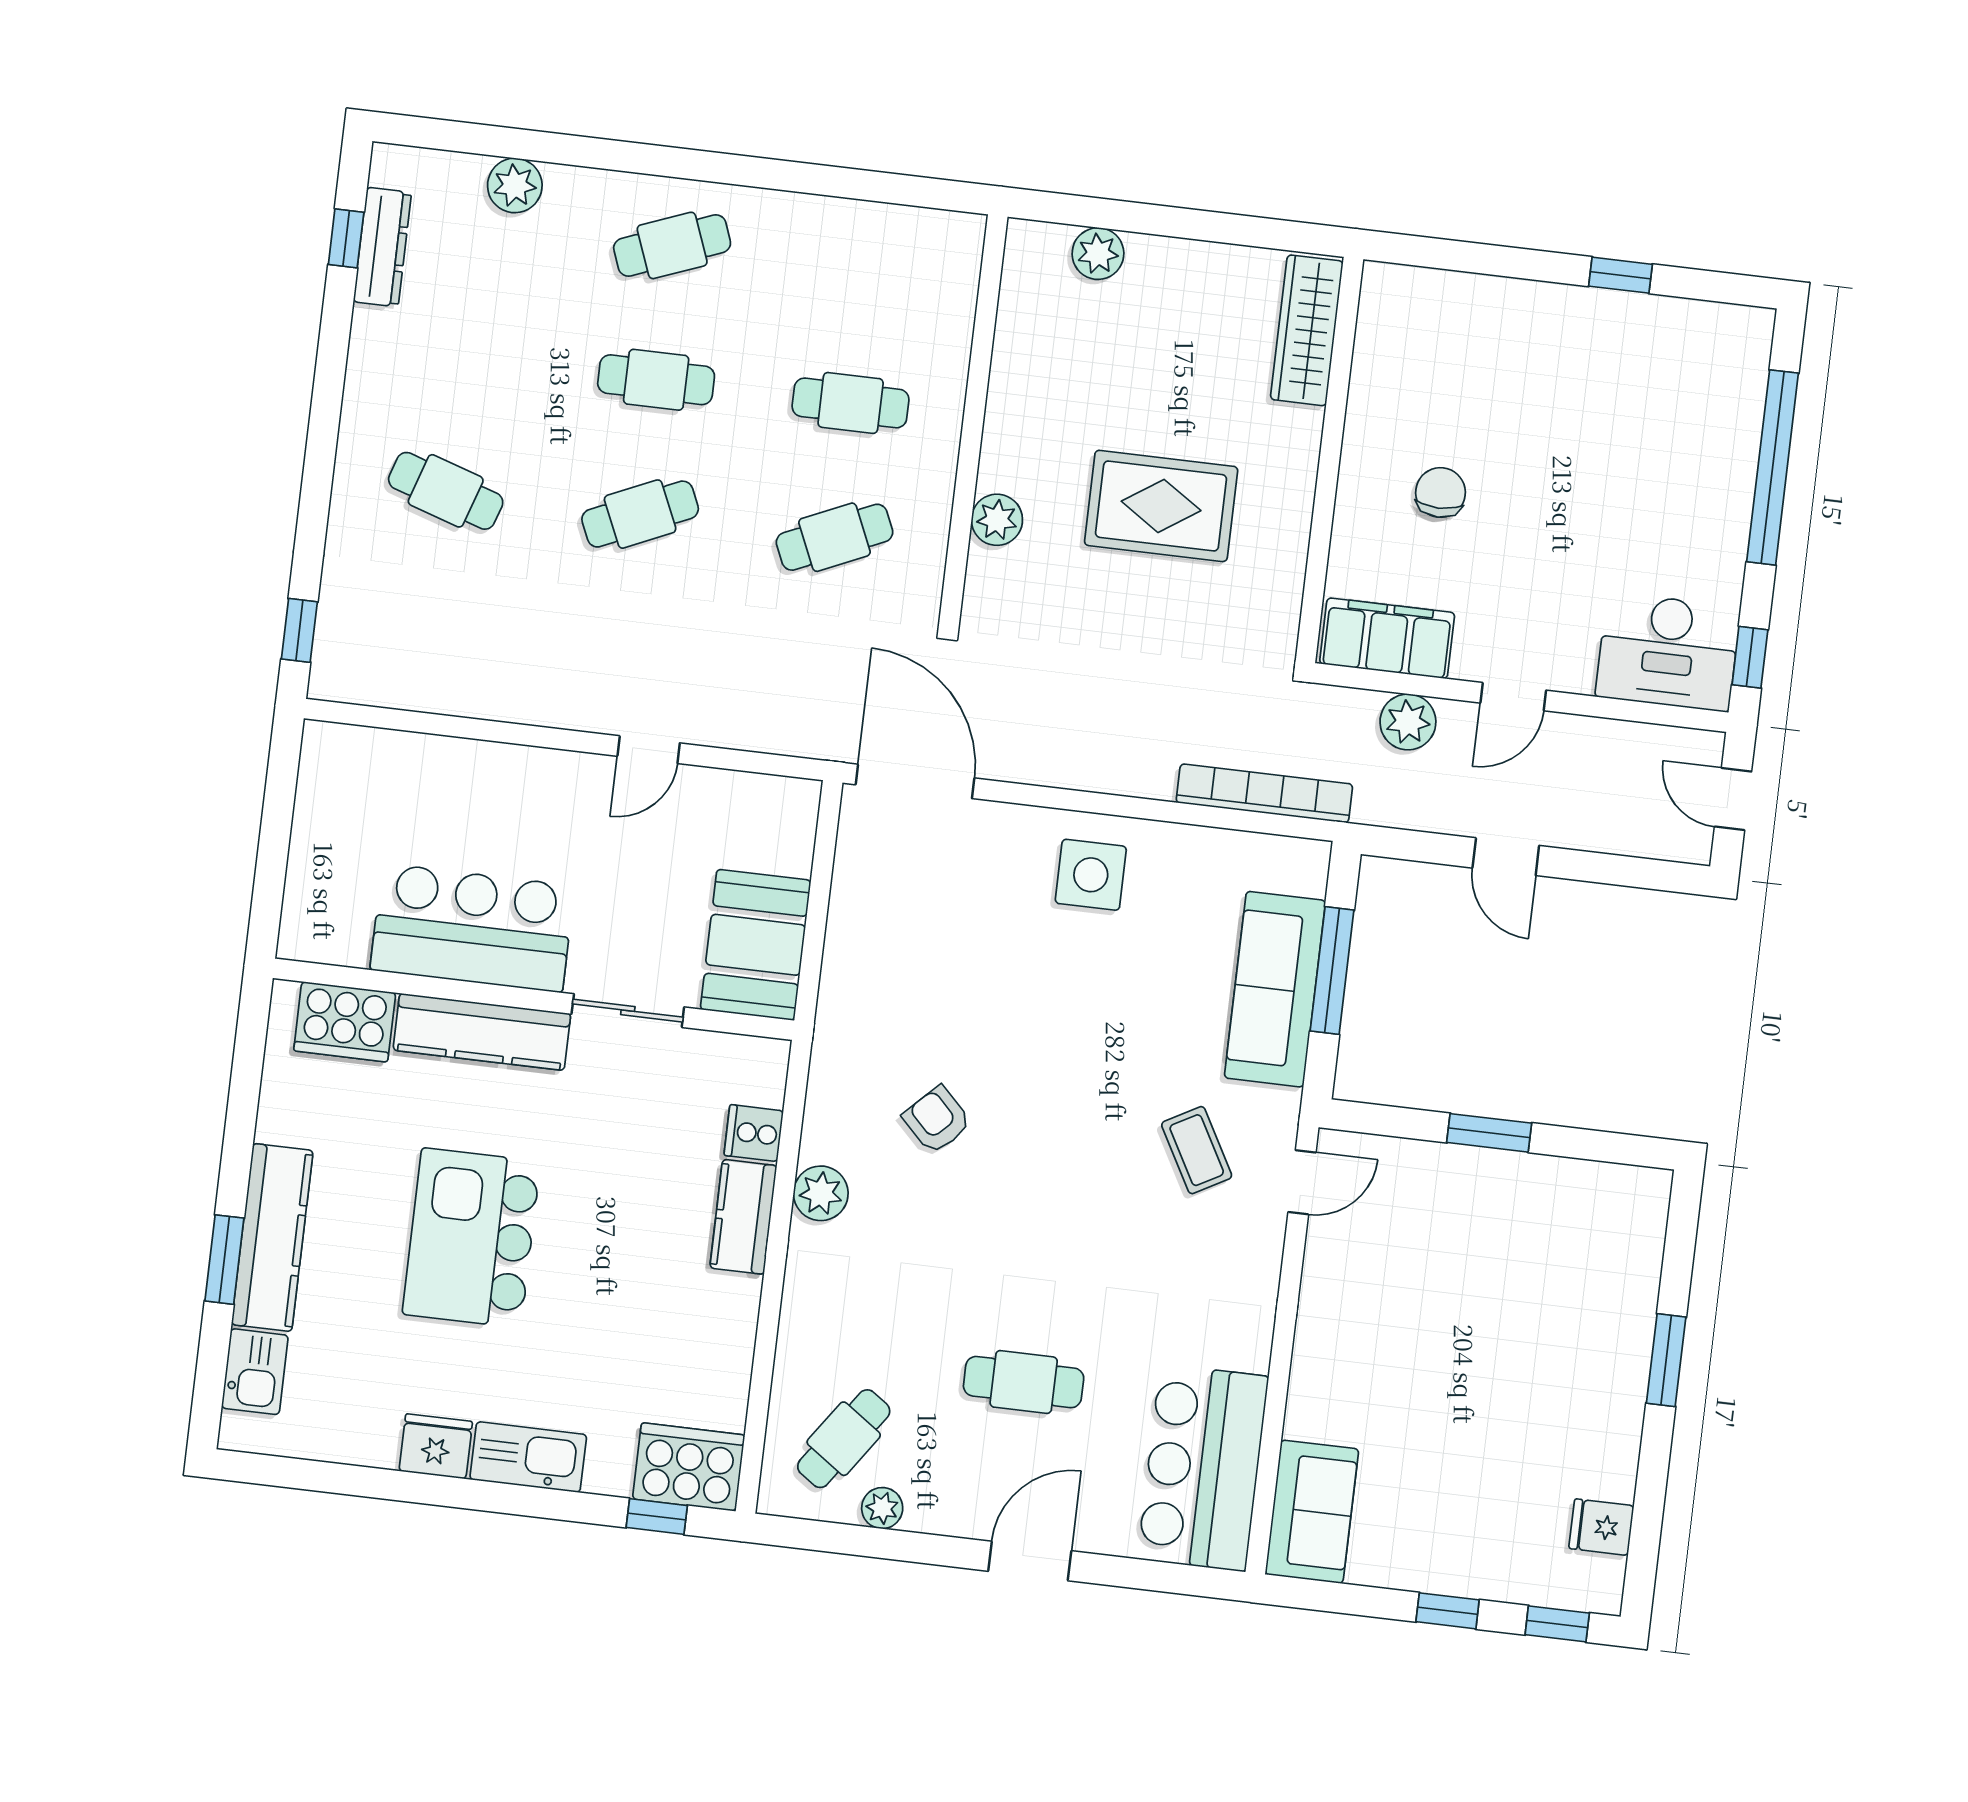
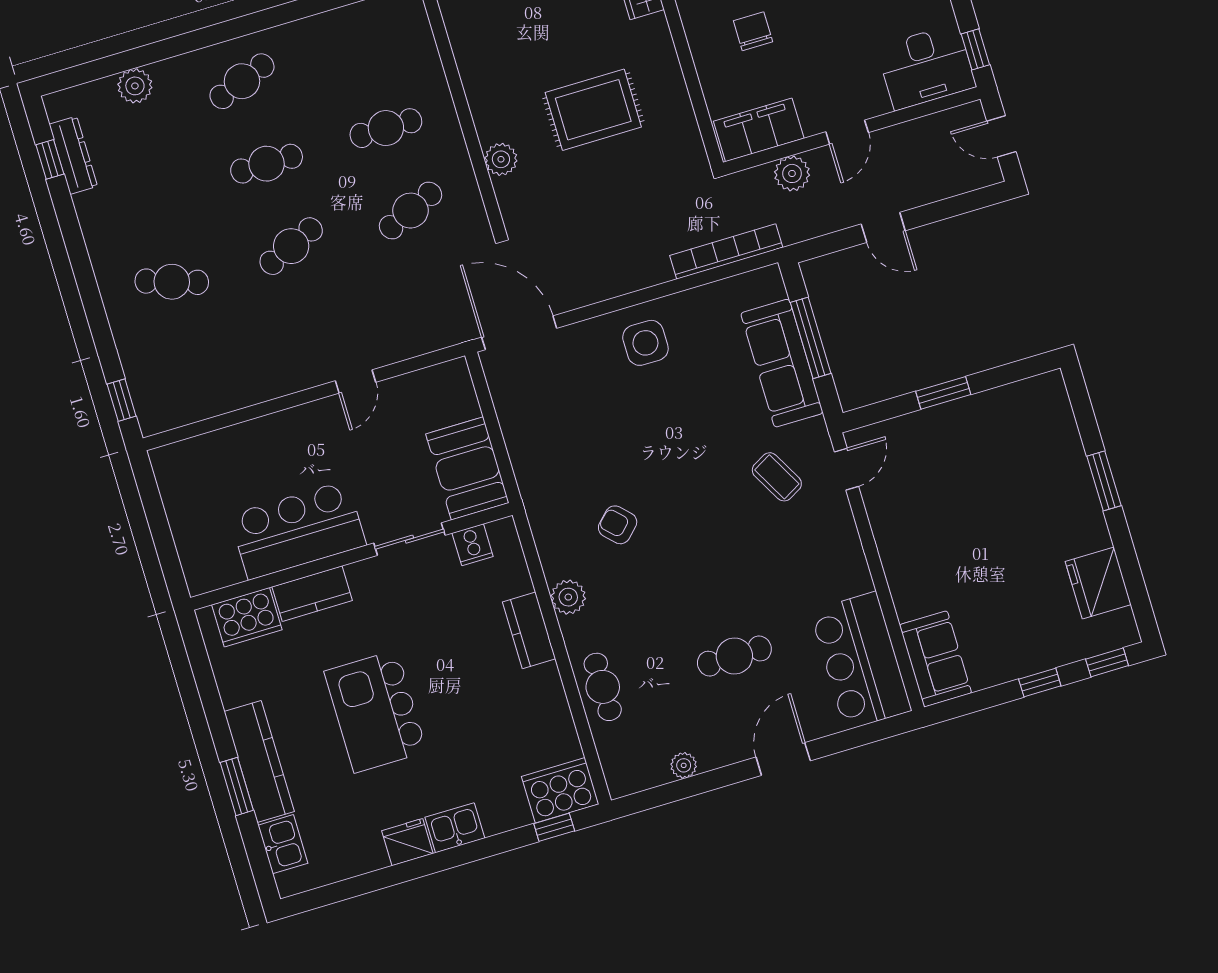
kitchen counter: (482, 1032) -> (312, 594), width x0.67
cooker: (754, 1133) -> (473, 545), moved, turned -90
cafe table: (844, 1439) -> (603, 687), moved, turned -35
kitchen sink: (528, 1457) -> (455, 828), width x0.73
fridge: (1601, 1527) -> (1098, 583), width x1.88, depth x1.34

